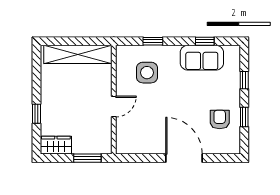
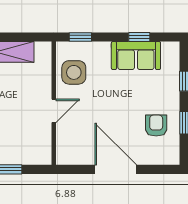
wall: (114, 100) -> (54, 103), moved
door: (114, 106) -> (54, 111), moved

